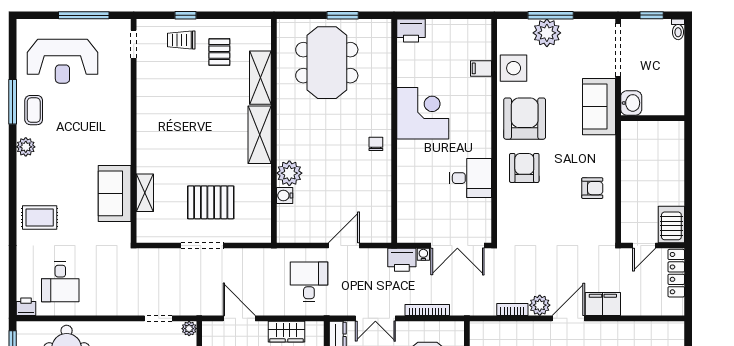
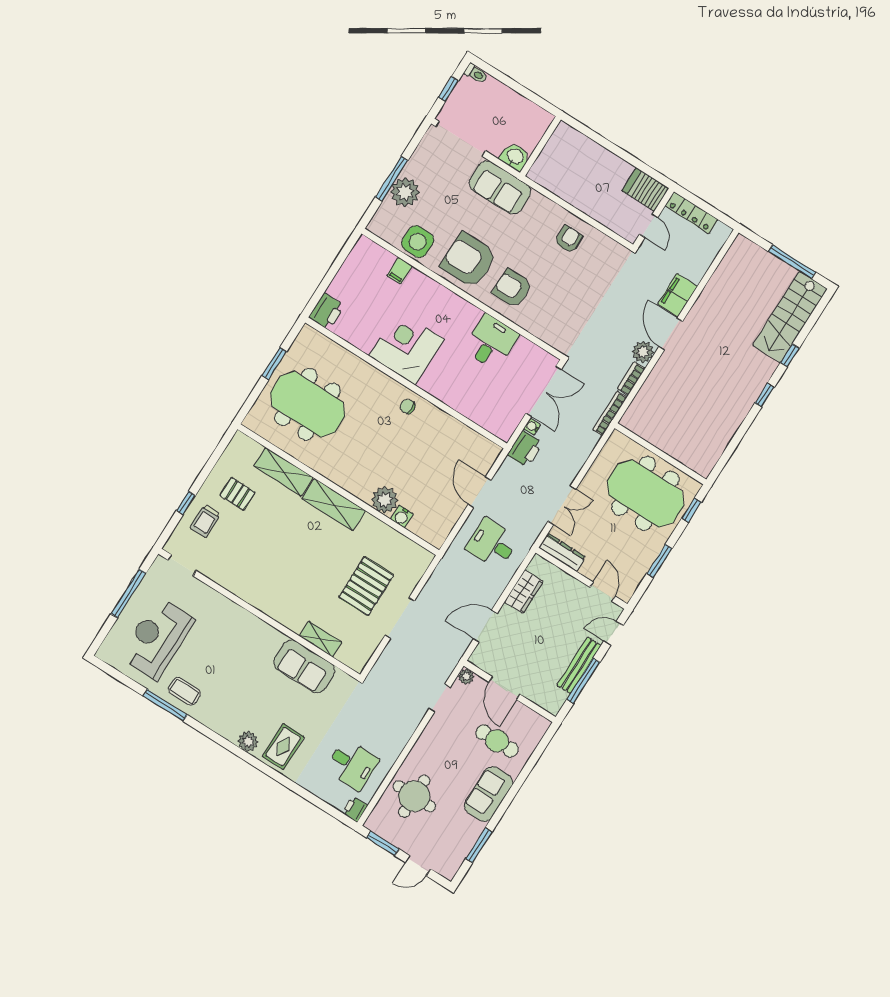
reception desk: (62, 61) -> (157, 638), turned 180
plant: (26, 147) -> (248, 742), moved
bookcase: (427, 310) -> (610, 413), moved

